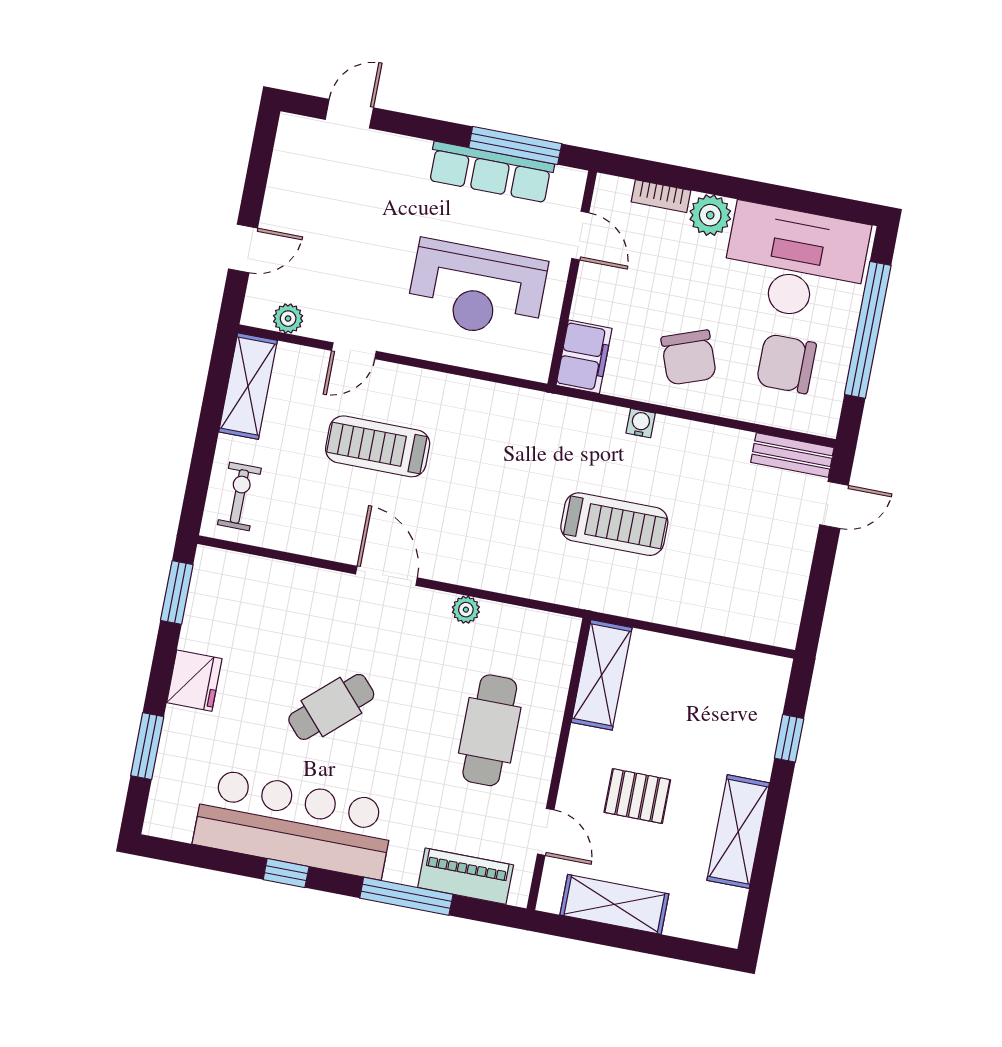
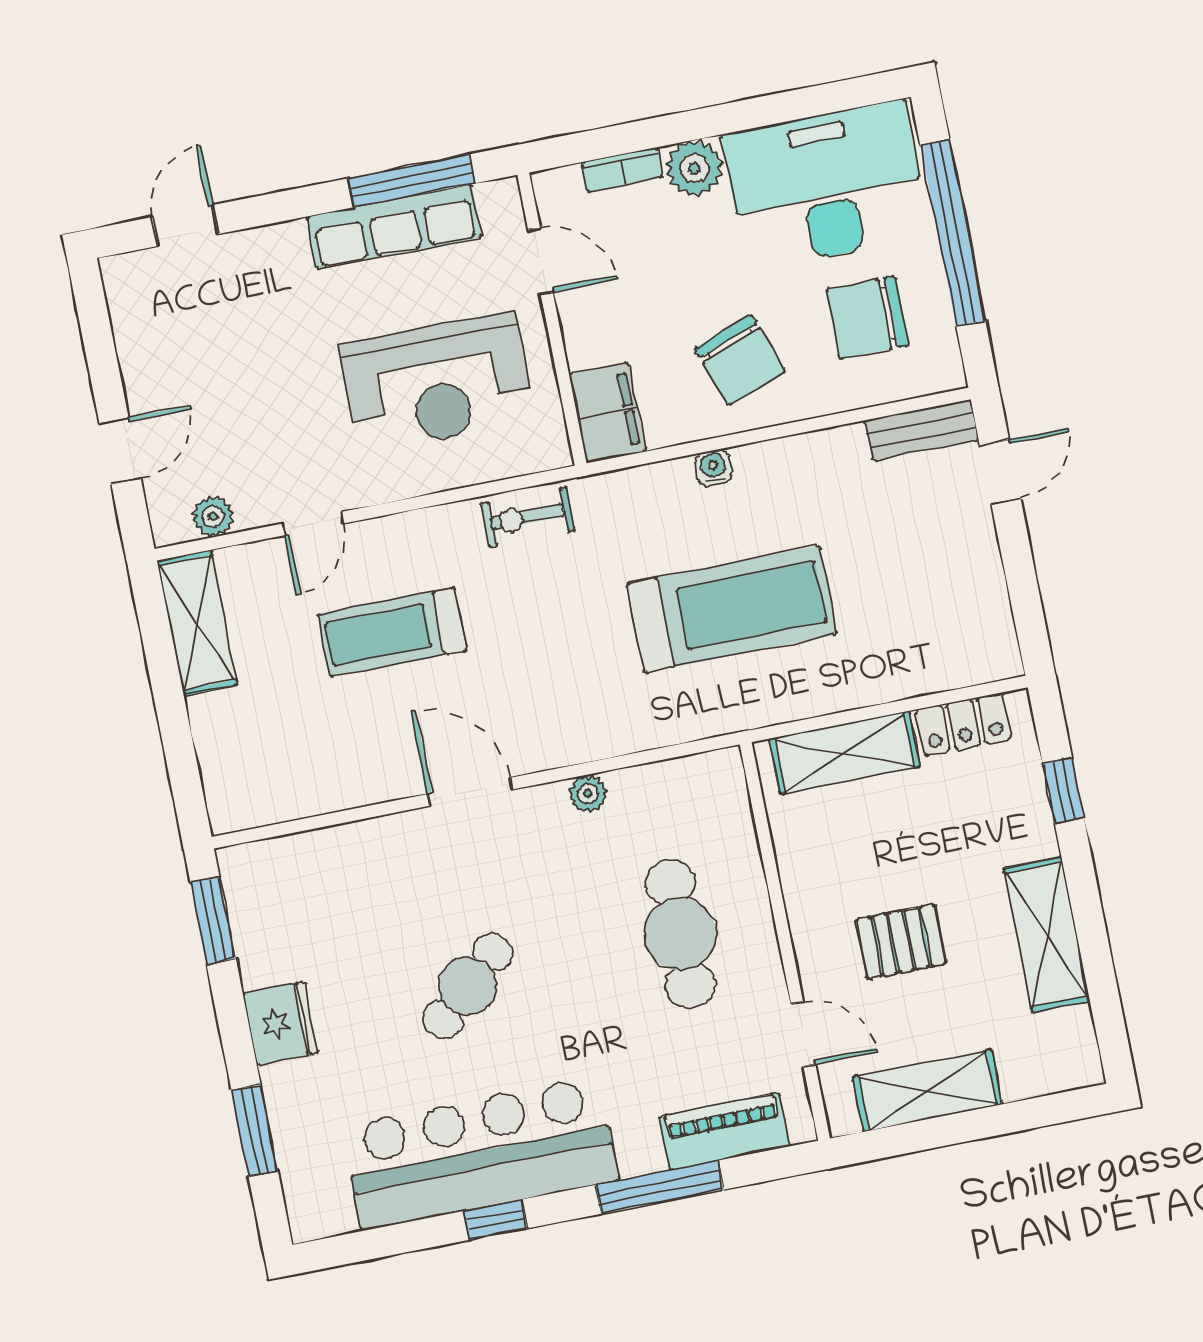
exercise bike: (239, 496) -> (528, 517), moved, turned -90
treadmill: (614, 524) -> (732, 609), width x1.37, depth x1.38
locker: (740, 666) -> (963, 724), added
shelving: (602, 675) -> (844, 753), moved, turned 90

